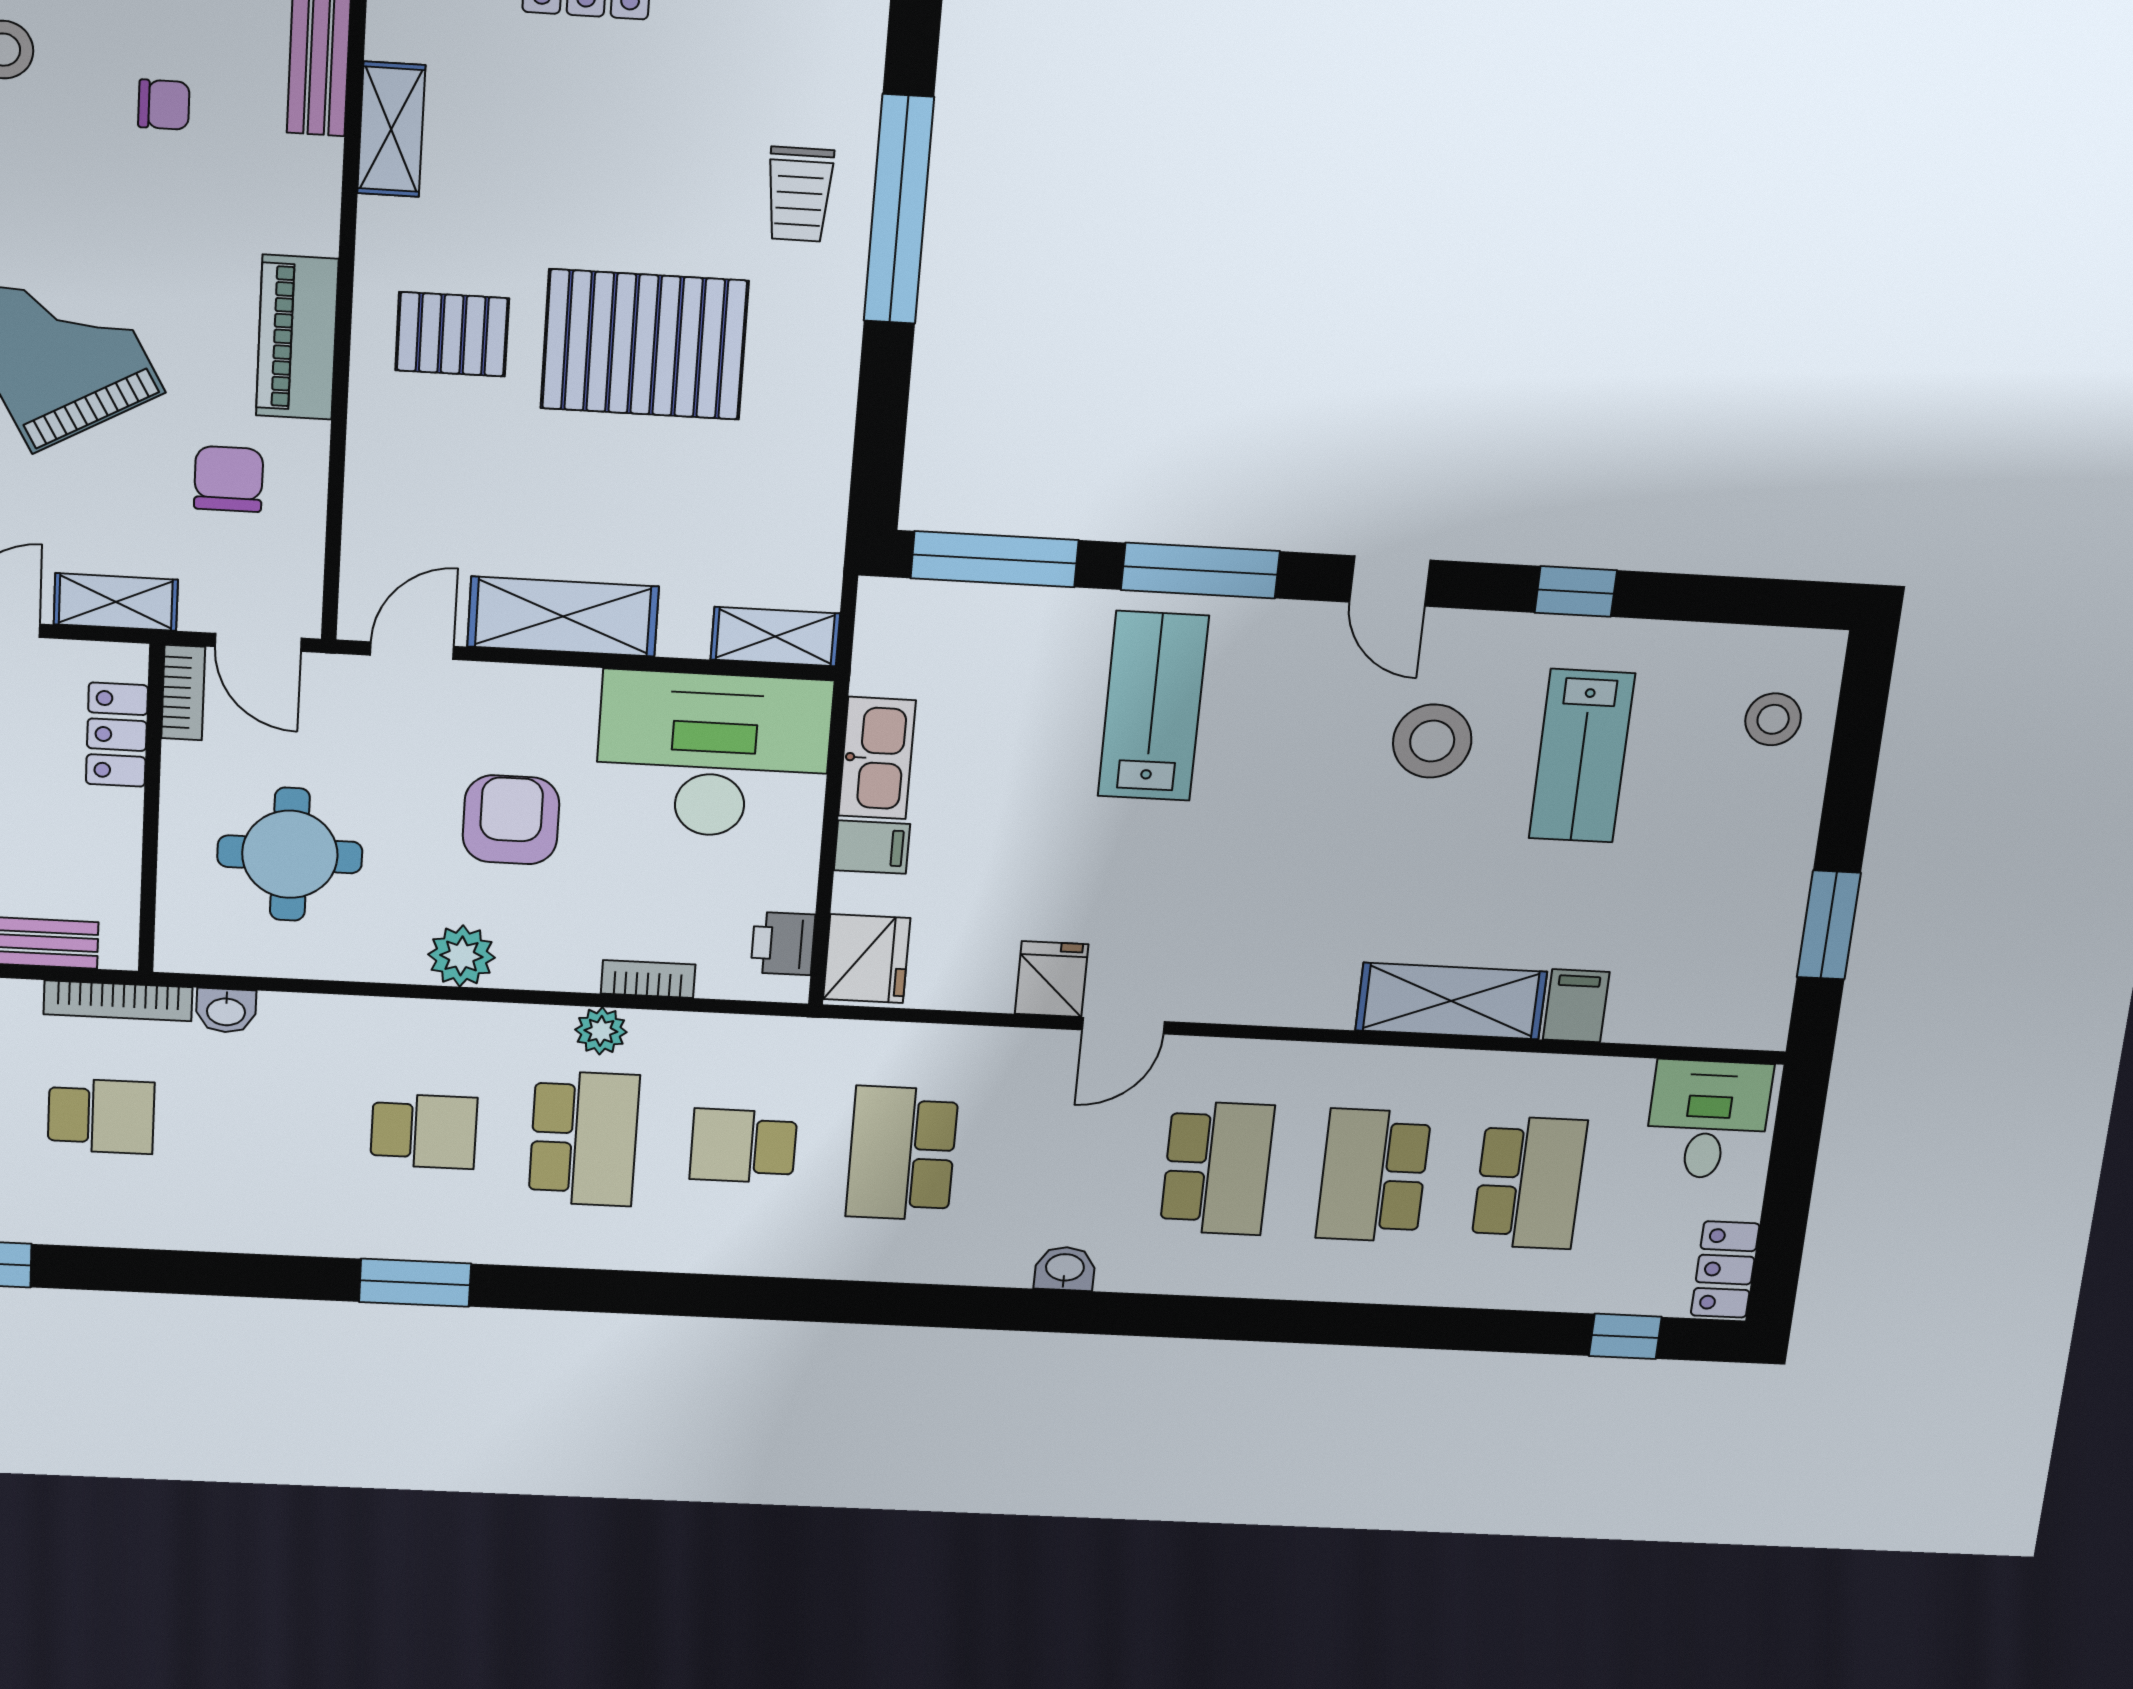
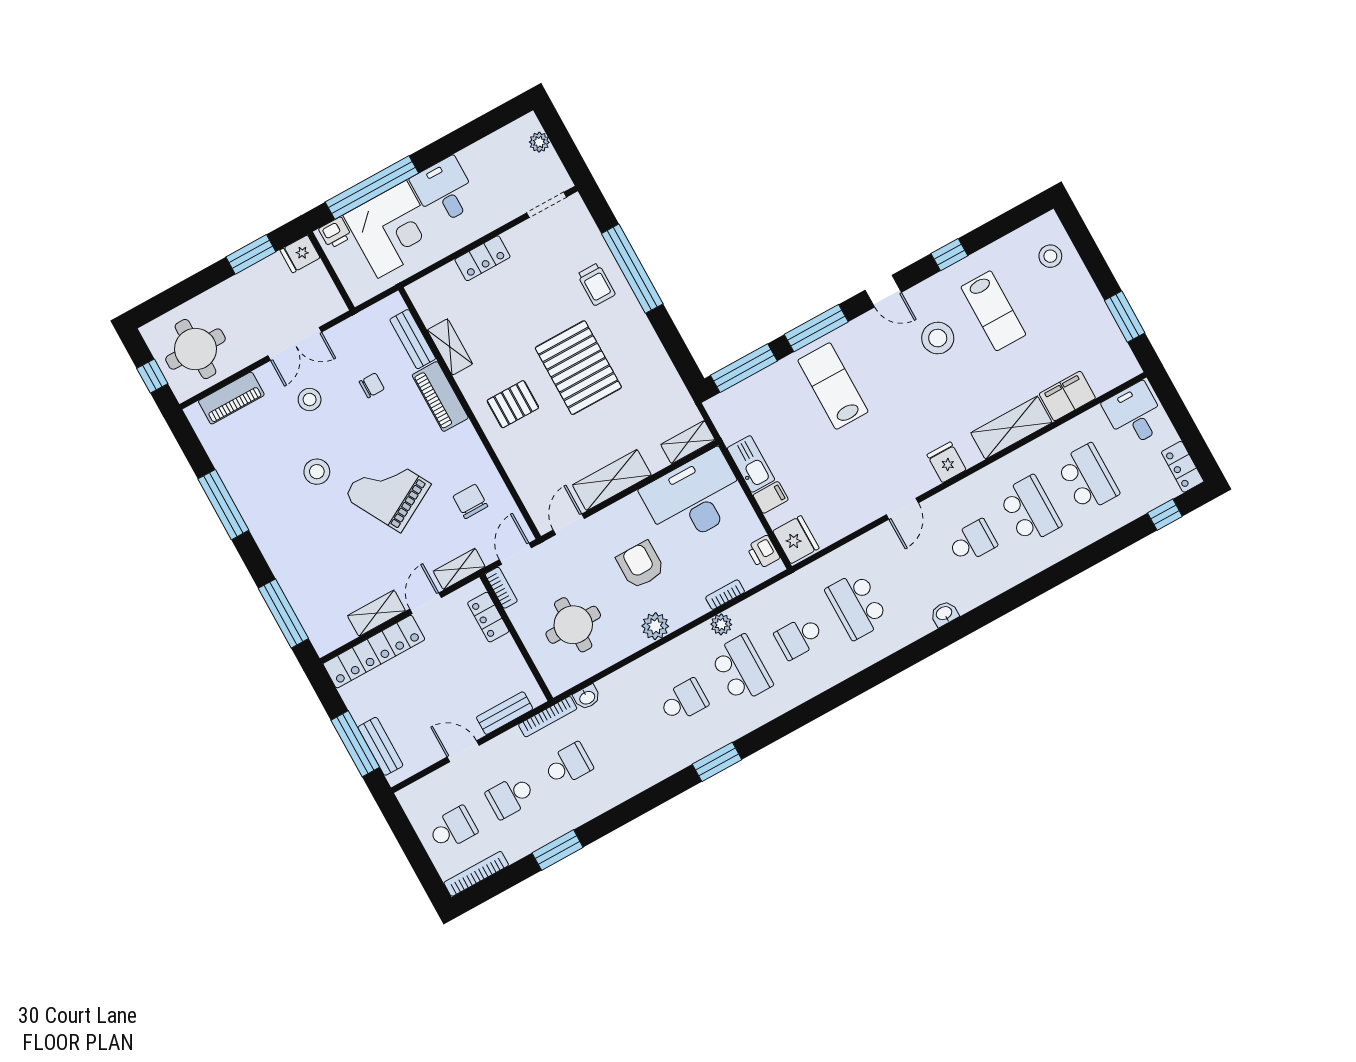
piano: (297, 337) -> (440, 396), moved
pallet: (644, 345) -> (578, 368), turned 90
door: (258, 642) -> (515, 554), swing flipped
fridge: (1052, 979) -> (946, 462), moved
filing cabinet: (1576, 1006) -> (1067, 396), width x2.00
school desk: (1217, 1168) -> (972, 542), width x0.54
school desk: (1373, 1175) -> (1030, 510), turned 180

